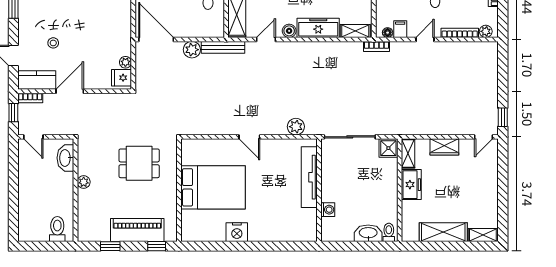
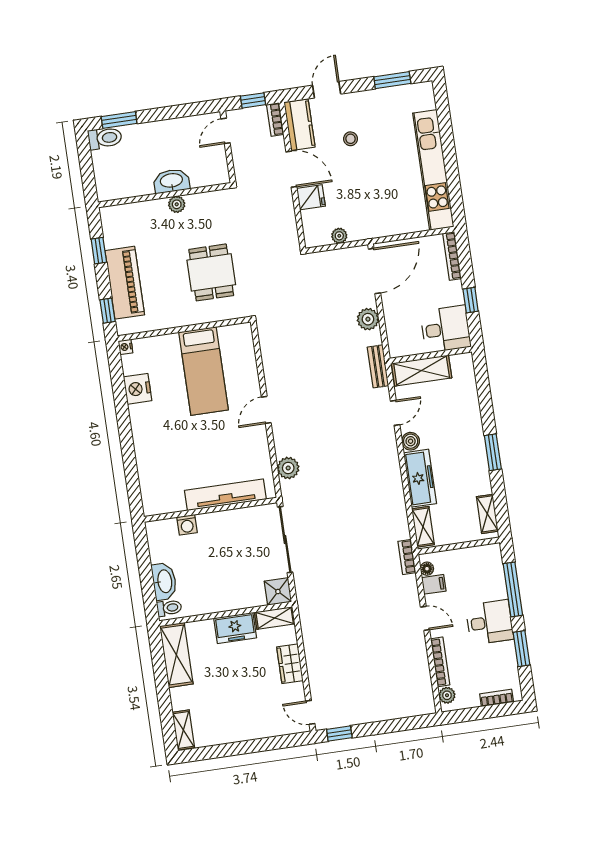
door: (266, 39) -> (395, 413), hinge flipped
bench: (223, 47) -> (378, 366), width x0.73
fridge: (121, 78) -> (311, 197), moved, turned 90
washbasin: (65, 158) -> (171, 181), moved
bed: (213, 187) -> (204, 371), width x0.67
window: (13, 216) -> (119, 120), added
toilet: (57, 229) -> (105, 138), moved
nightstand: (237, 232) -> (138, 389), moved
shelving: (443, 232) -> (176, 655), moved
nightstand: (186, 237) -> (125, 347), added

